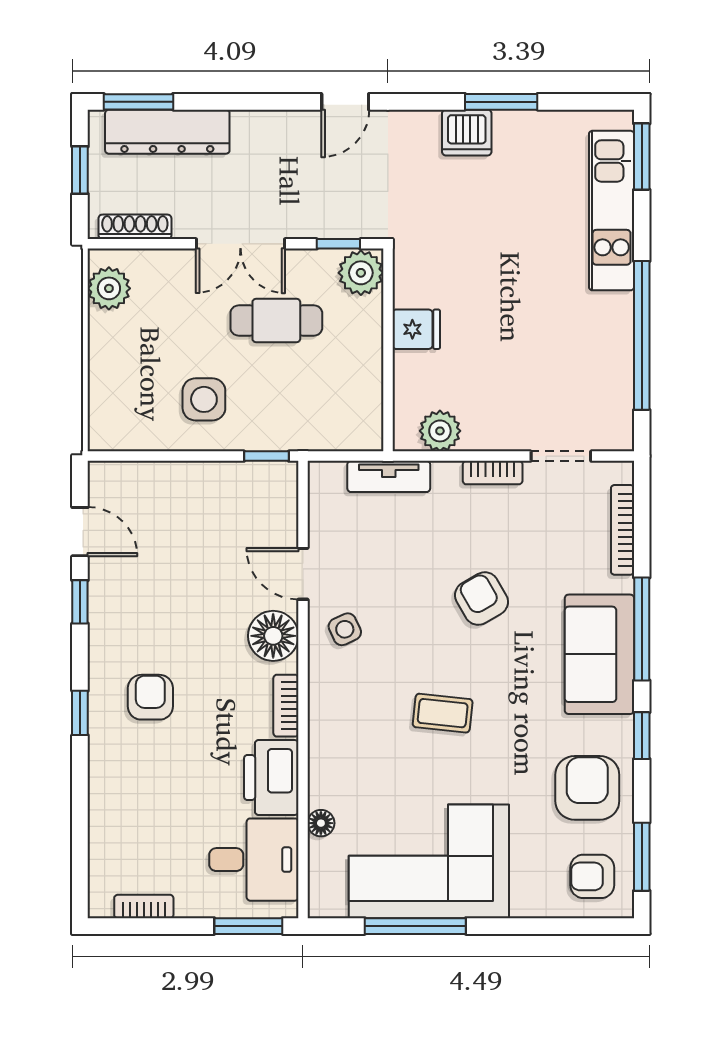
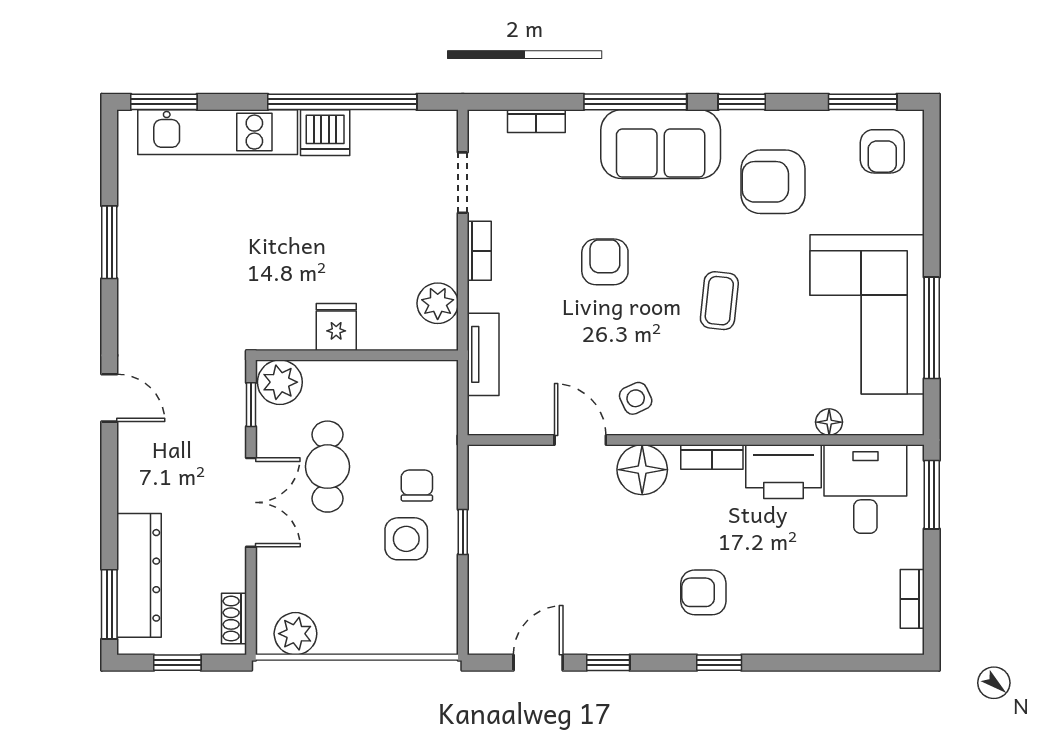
dishwasher: (467, 133) -> (325, 133), moved, turned 90
shoe rack: (135, 227) -> (234, 619), width x0.70
chair: (257, 410) -> (417, 486), added
window: (266, 456) -> (463, 532), moved
bookcase: (623, 530) -> (536, 121), width x0.64
door: (303, 574) -> (580, 440), swing flipped
armchair: (482, 599) -> (605, 262), turned 120
armchair: (587, 788) -> (773, 182), moved

